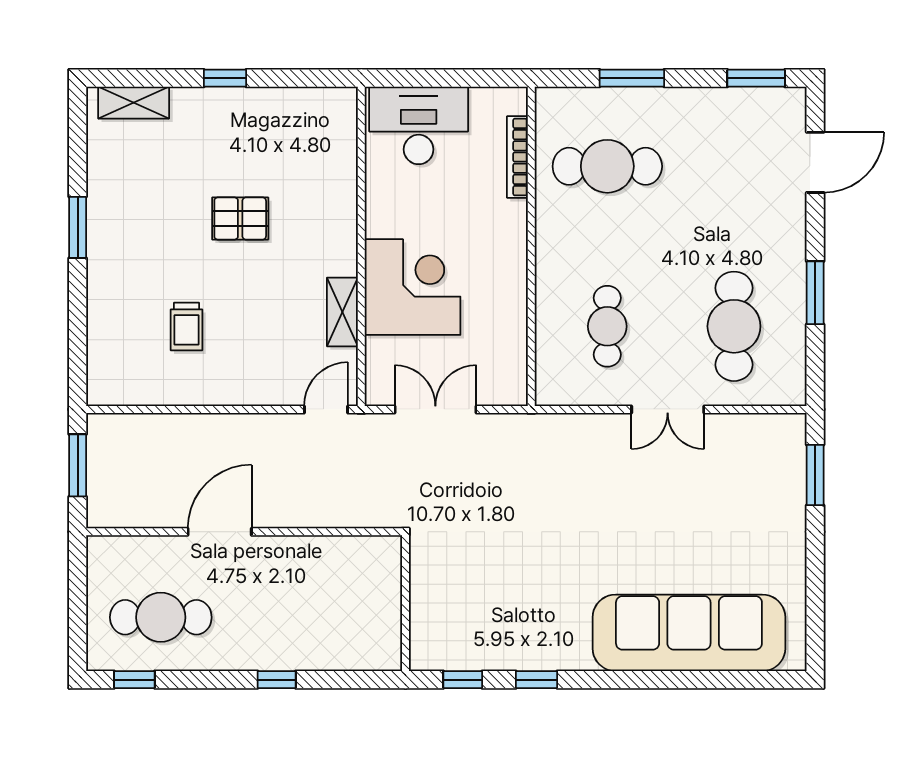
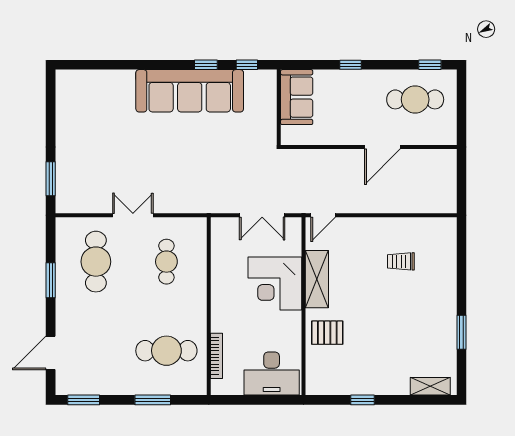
window: (225, 78) -> (362, 400), moved
pallet: (240, 218) -> (327, 333), moved
window: (78, 227) -> (462, 332), moved
shelving: (342, 312) -> (317, 279), width x1.50, depth x1.33
trolley: (186, 327) -> (401, 261), turned -90
window: (78, 465) -> (462, 184), removed
sofa: (373, 622) -> (297, 97), added
sofa: (689, 633) -> (190, 91), moved

